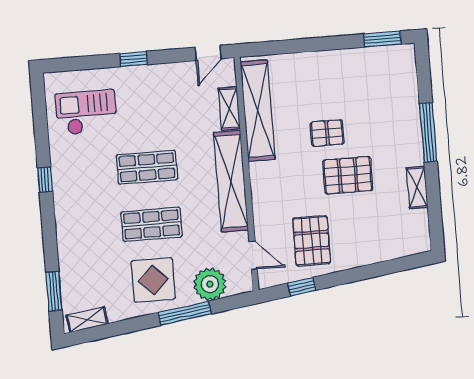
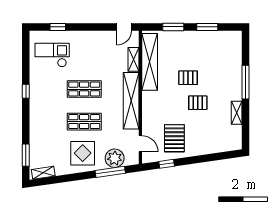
window: (382, 39) -> (207, 27), moved
window: (294, 46) -> (173, 27), added
window: (134, 59) -> (58, 27), moved
pallet: (348, 175) -> (198, 103), width x0.67, depth x0.71
window: (185, 313) -> (110, 172), moved

